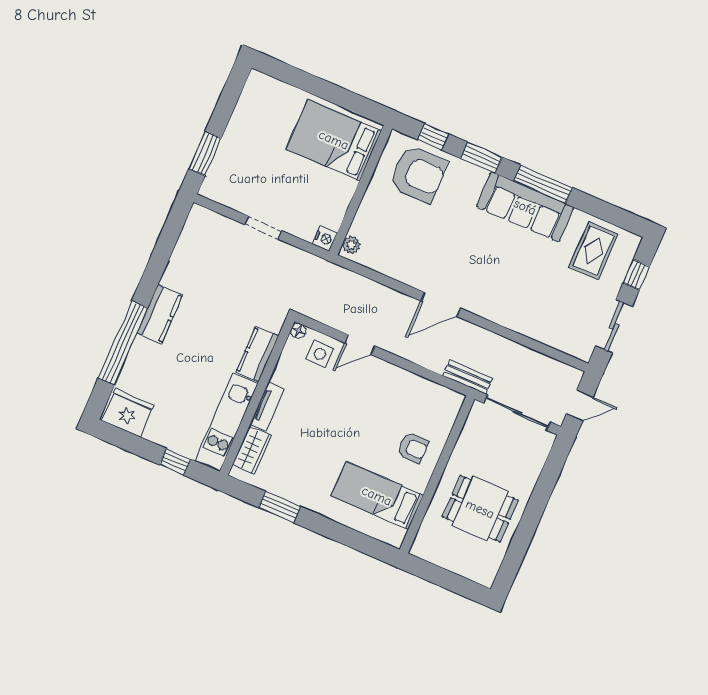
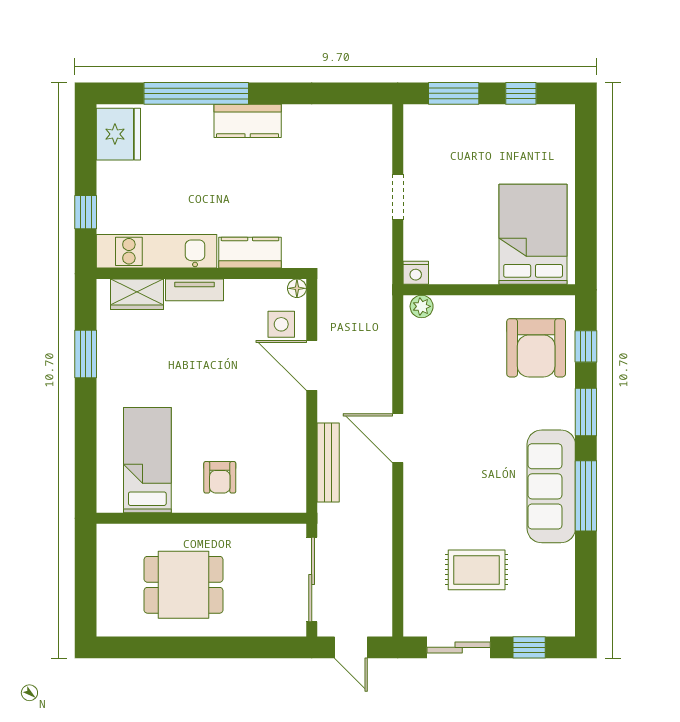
window: (226, 104) -> (521, 93), added
rug: (594, 251) -> (477, 570), moved
door: (360, 345) -> (312, 365), width x1.38
bench: (468, 377) -> (328, 462), moved, width x1.36
dining table: (480, 509) -> (184, 585), turned 90

